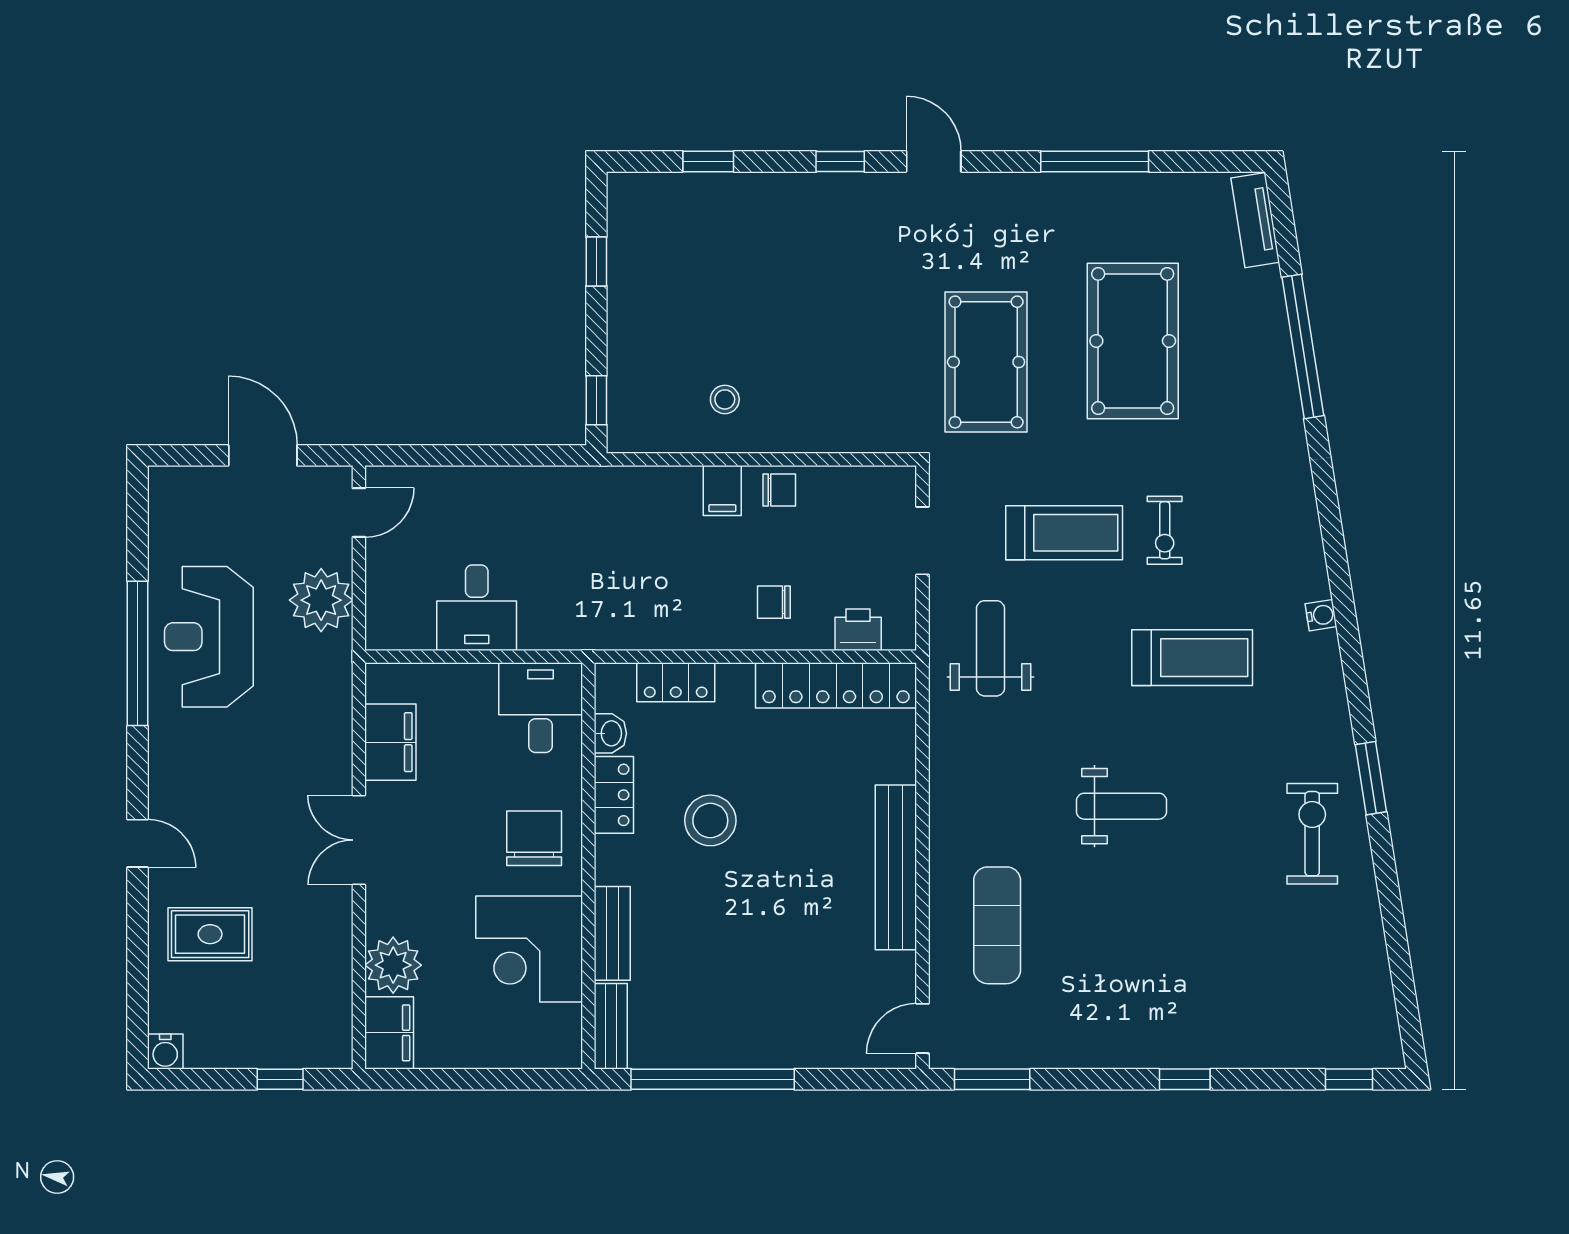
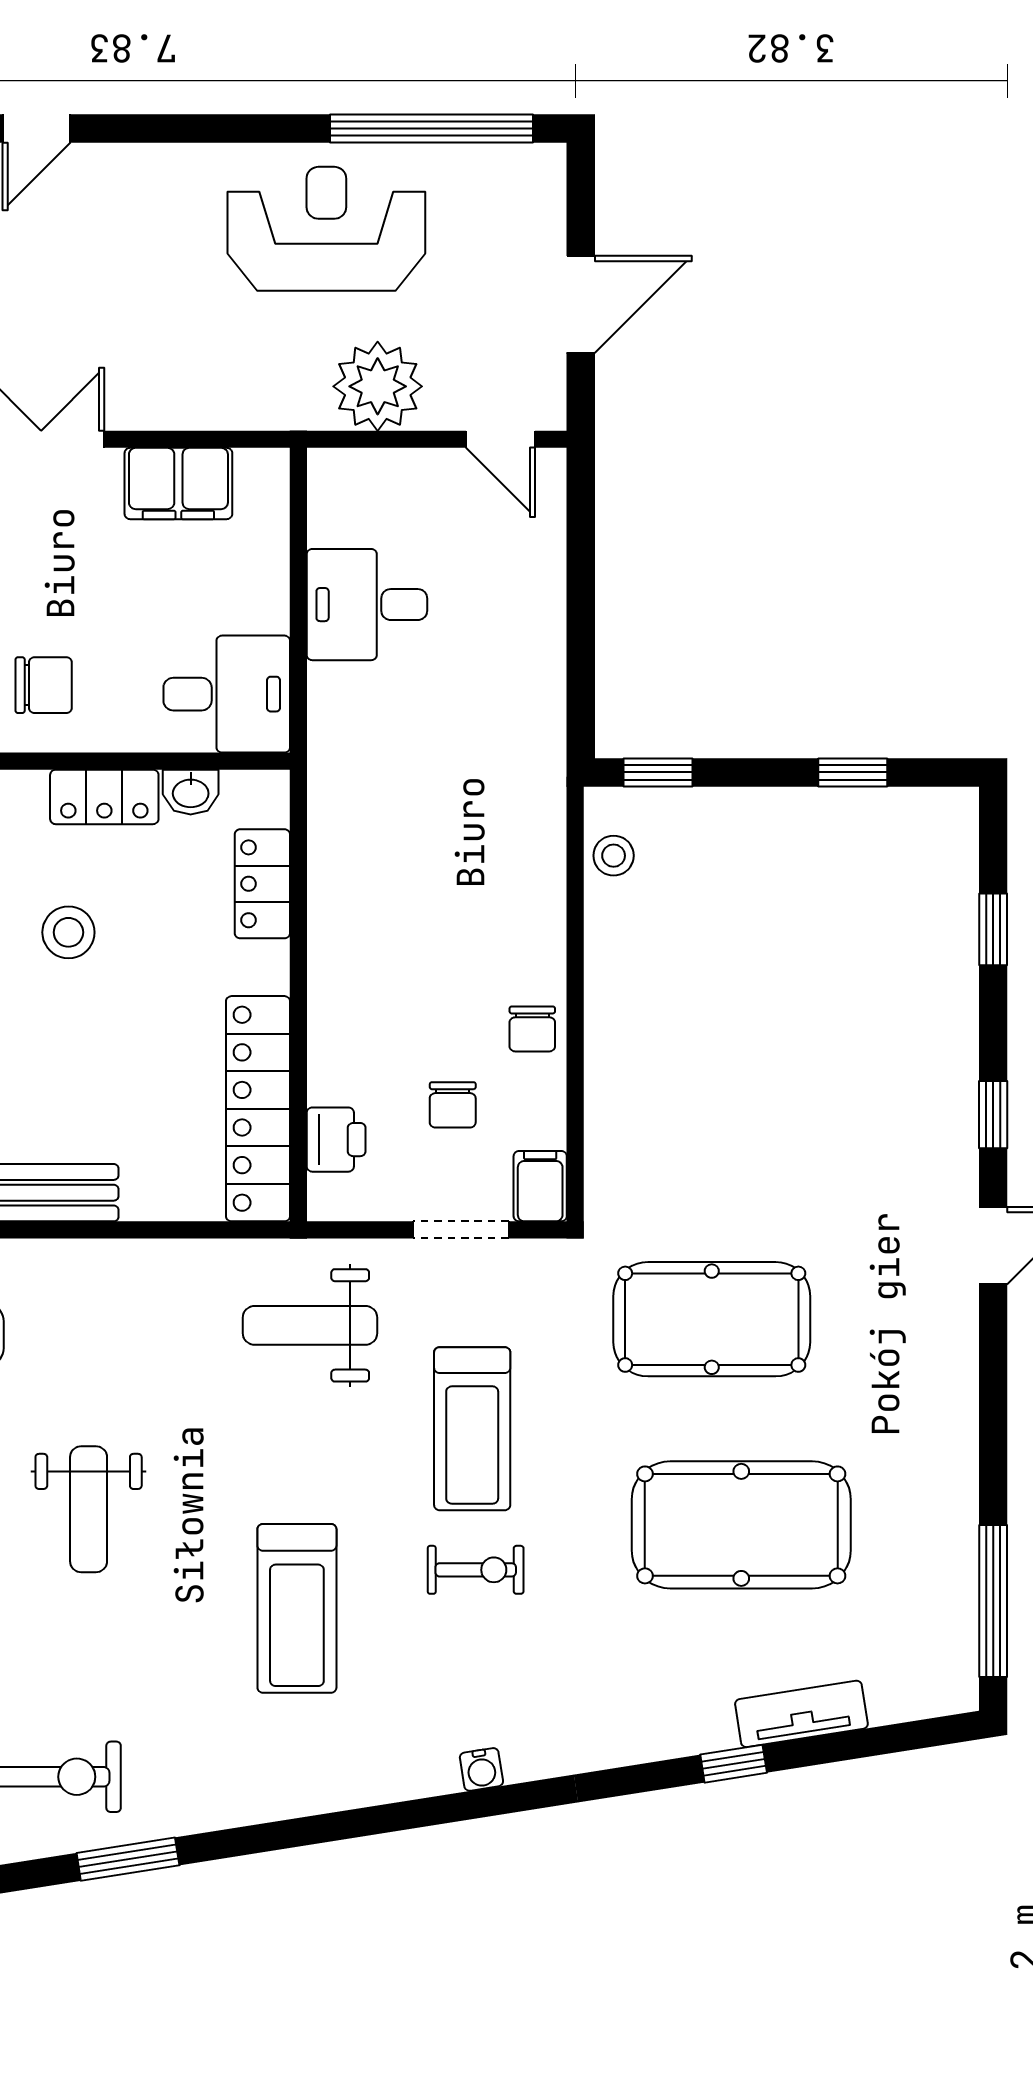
window: (1095, 161) -> (993, 1601), moved
tv unit: (1255, 220) -> (801, 1714), moved
window: (1303, 346) -> (734, 1764), width x0.32
stool: (725, 399) -> (614, 856), moved
filing cabinet: (722, 491) -> (540, 1186), moved, turned 90
exercise bike: (1165, 530) -> (476, 1570), turned 180
chair: (774, 602) -> (453, 1105), moved, turned 180
water cooler: (1321, 615) -> (481, 1769), moved
weight bench: (990, 648) -> (310, 1325), turned 180
window: (137, 653) -> (432, 129), moved
stool: (710, 820) -> (68, 932), width x0.73, depth x0.73
chair: (534, 838) -> (44, 685), width x0.73, depth x0.73

